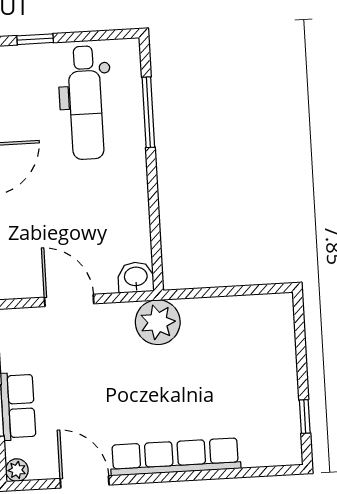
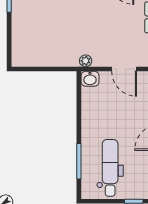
plant: (158, 322) -> (86, 61), width x0.53, depth x0.53

